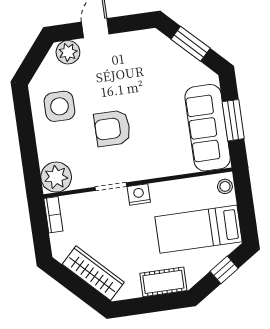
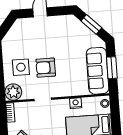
plant: (68, 52) -> (24, 24), removed
side table: (59, 106) -> (21, 67), moved
nightstand: (139, 194) -> (76, 103), moved

